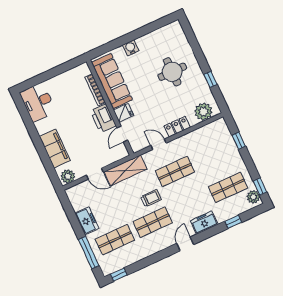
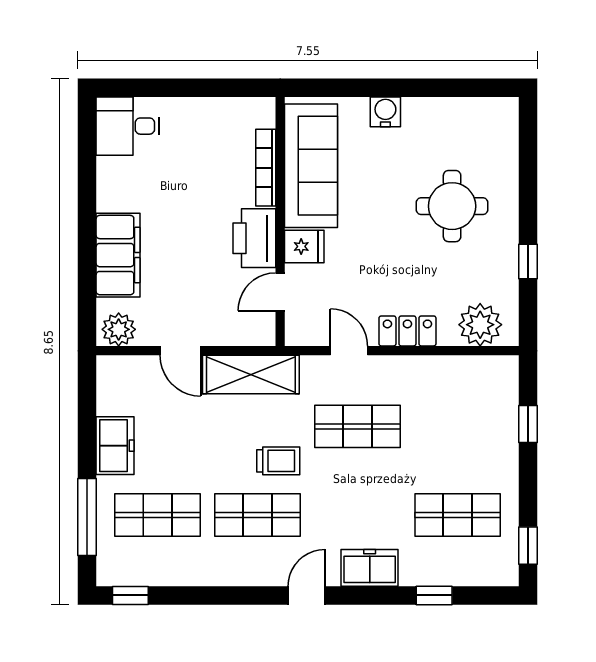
desk: (38, 102) -> (128, 126), width x0.73
plant: (253, 197) -> (503, 561), removed

